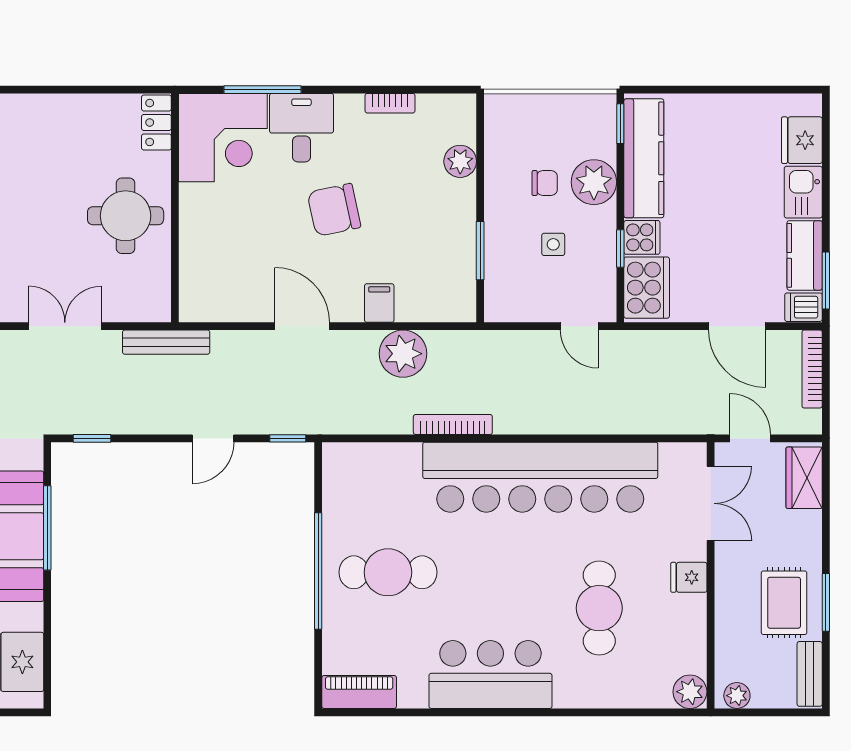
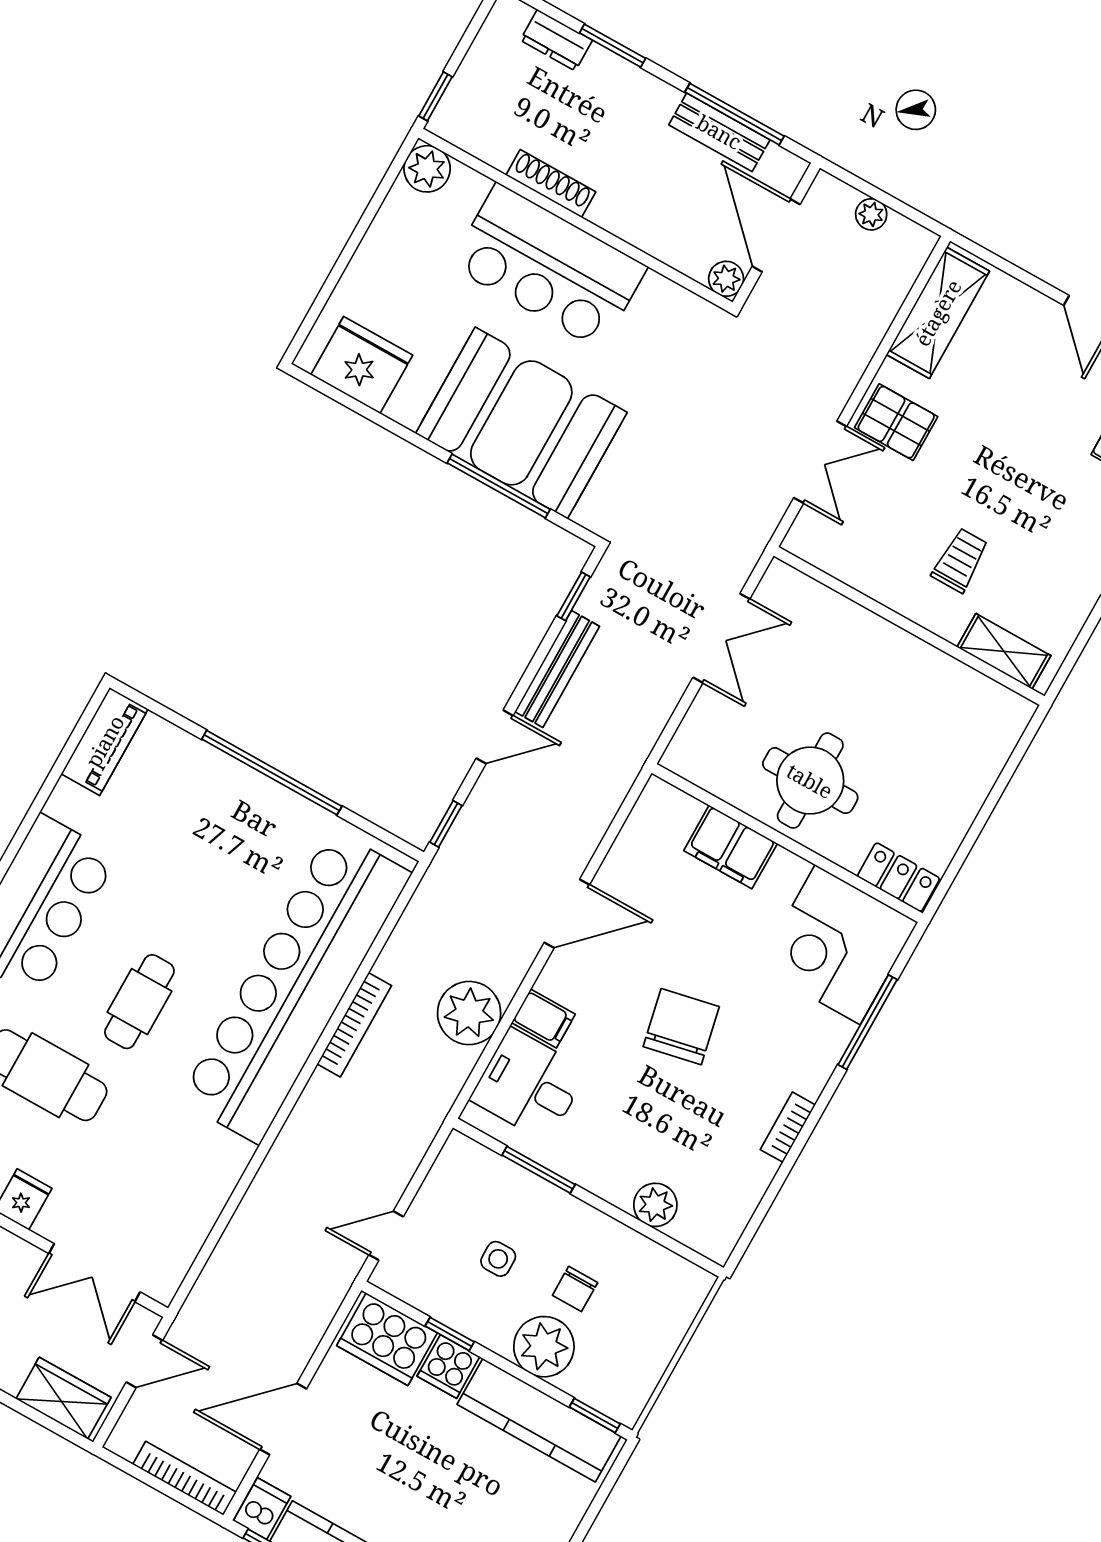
bookcase: (390, 103) -> (788, 1127), moved
desk: (302, 128) -> (529, 1085), moved, turned 180
filing cabinet: (198, 243) -> (731, 847), added
bench: (166, 342) -> (557, 669), moved
door: (213, 438) -> (495, 737), swing flipped
bar counter: (540, 477) -> (295, 986), moved
cafe table: (388, 572) -> (139, 1002), moved, width x0.73, depth x0.74

